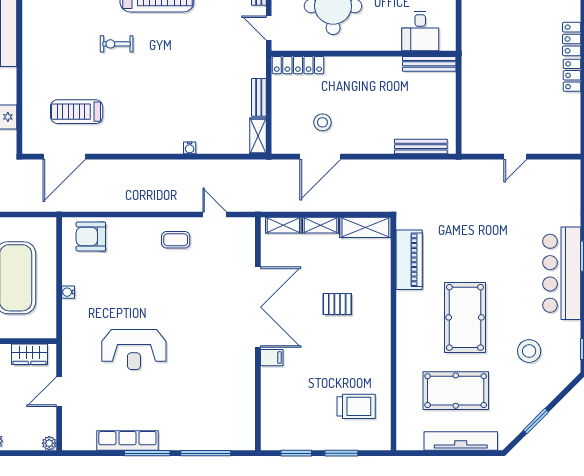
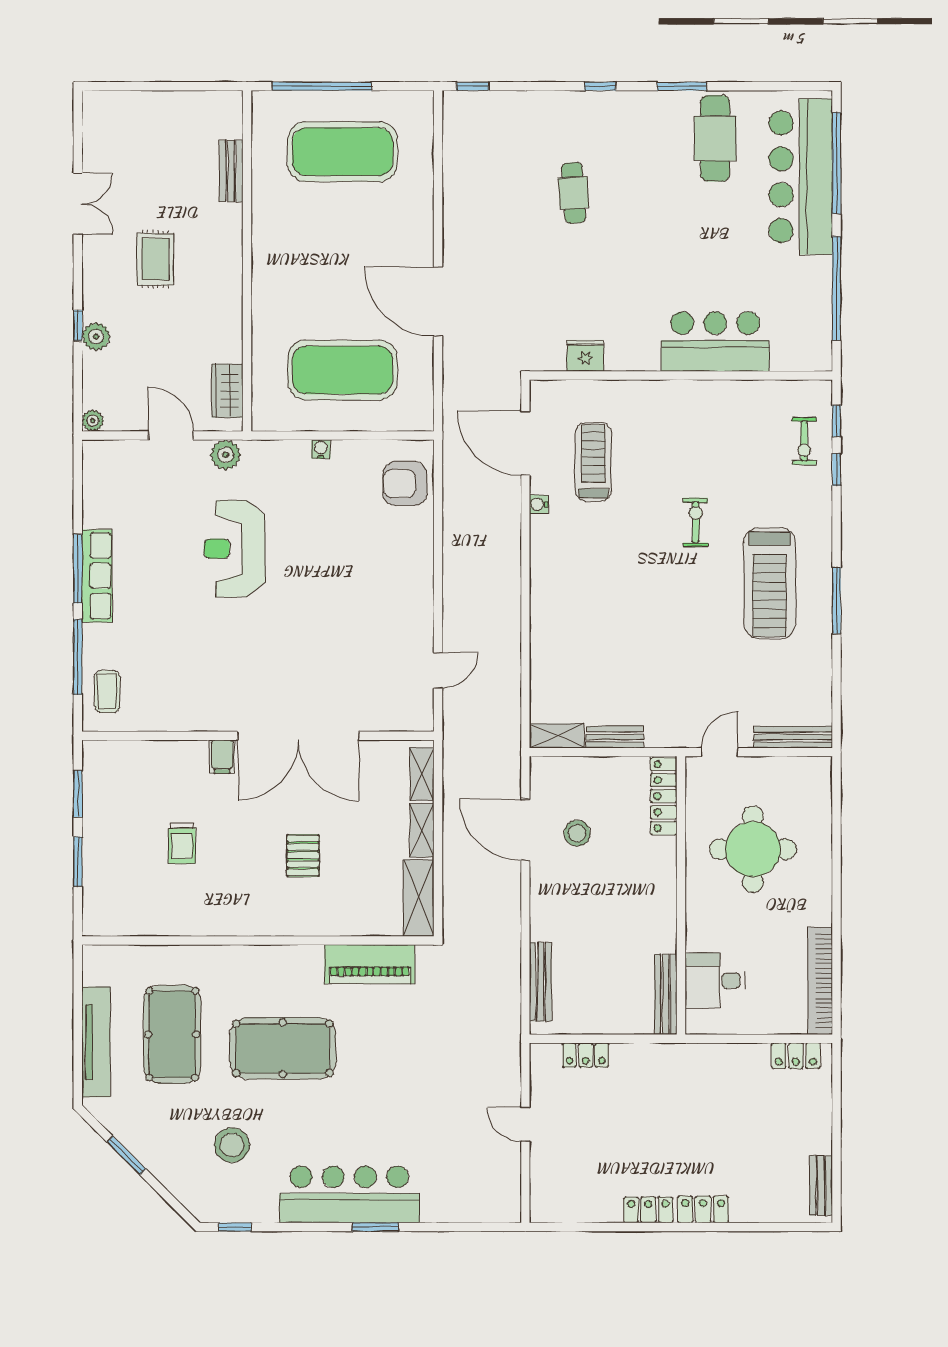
locker: (469, 117) -> (586, 1055), added
water cooler: (190, 148) -> (539, 504), moved
armchair: (91, 236) -> (405, 484), turned -90
coffee table: (176, 240) -> (107, 692), moved
plant: (72, 355) -> (226, 455), added
trolley: (356, 406) -> (182, 843), moved, width x0.73, depth x0.72
row of seats: (127, 441) -> (97, 576), moved

